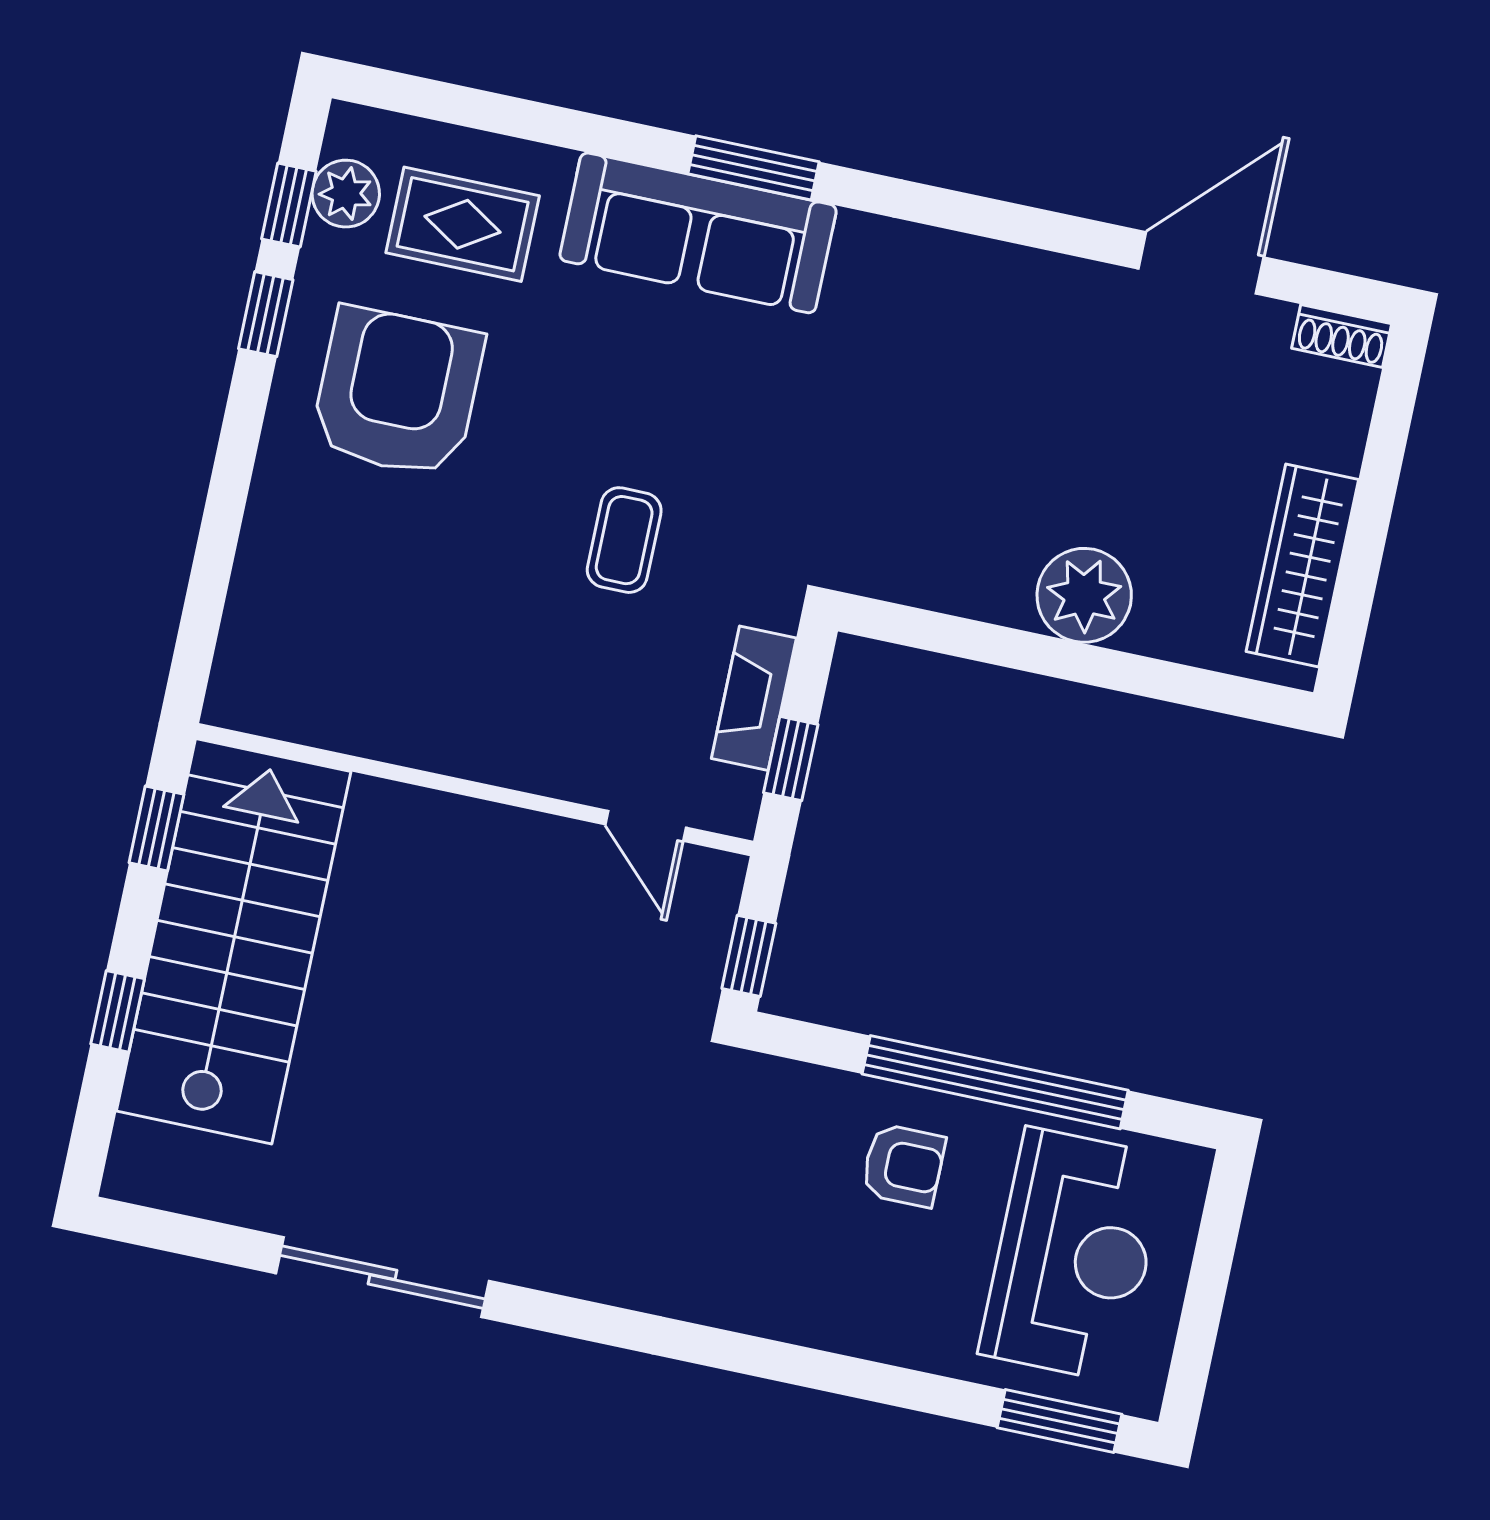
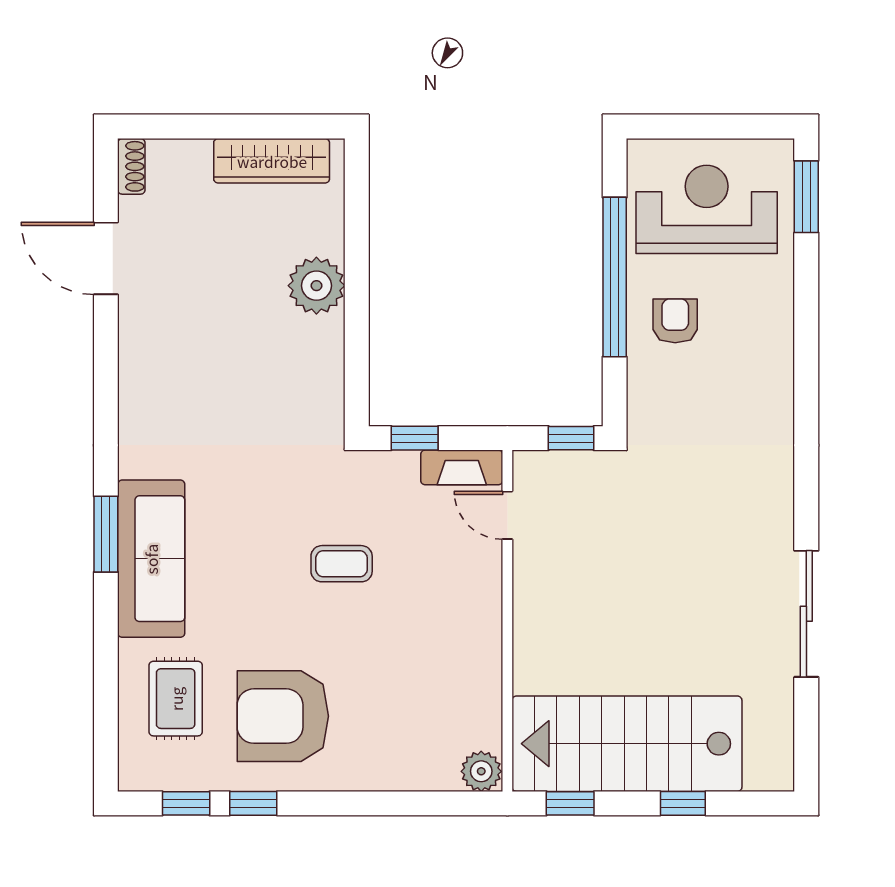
plant: (346, 194) -> (481, 771), moved
fireplace: (754, 698) -> (462, 467), moved
window: (791, 759) -> (415, 438), moved
door: (646, 826) -> (507, 515), swing flipped

